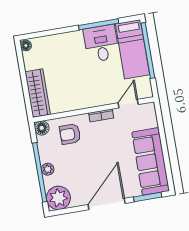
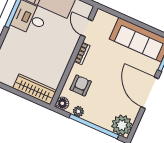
armchair: (70, 134) -> (81, 85), turned 180
plant: (48, 169) -> (78, 111), moved

